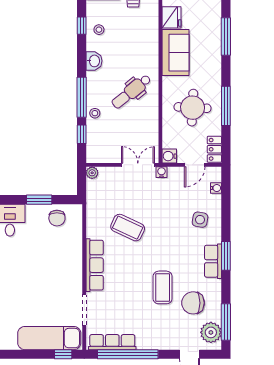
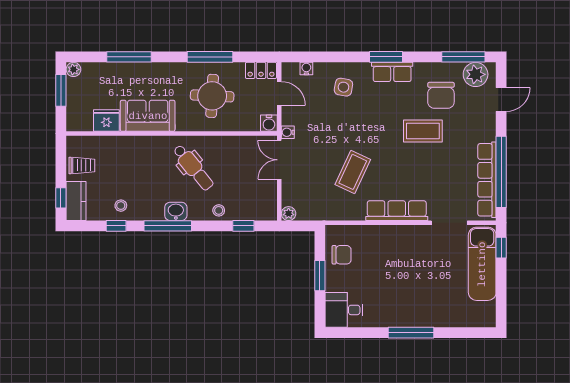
washbasin: (94, 61) -> (176, 211), moved
window: (82, 97) -> (168, 226), moved
row of seats: (112, 342) -> (487, 180), width x1.36

